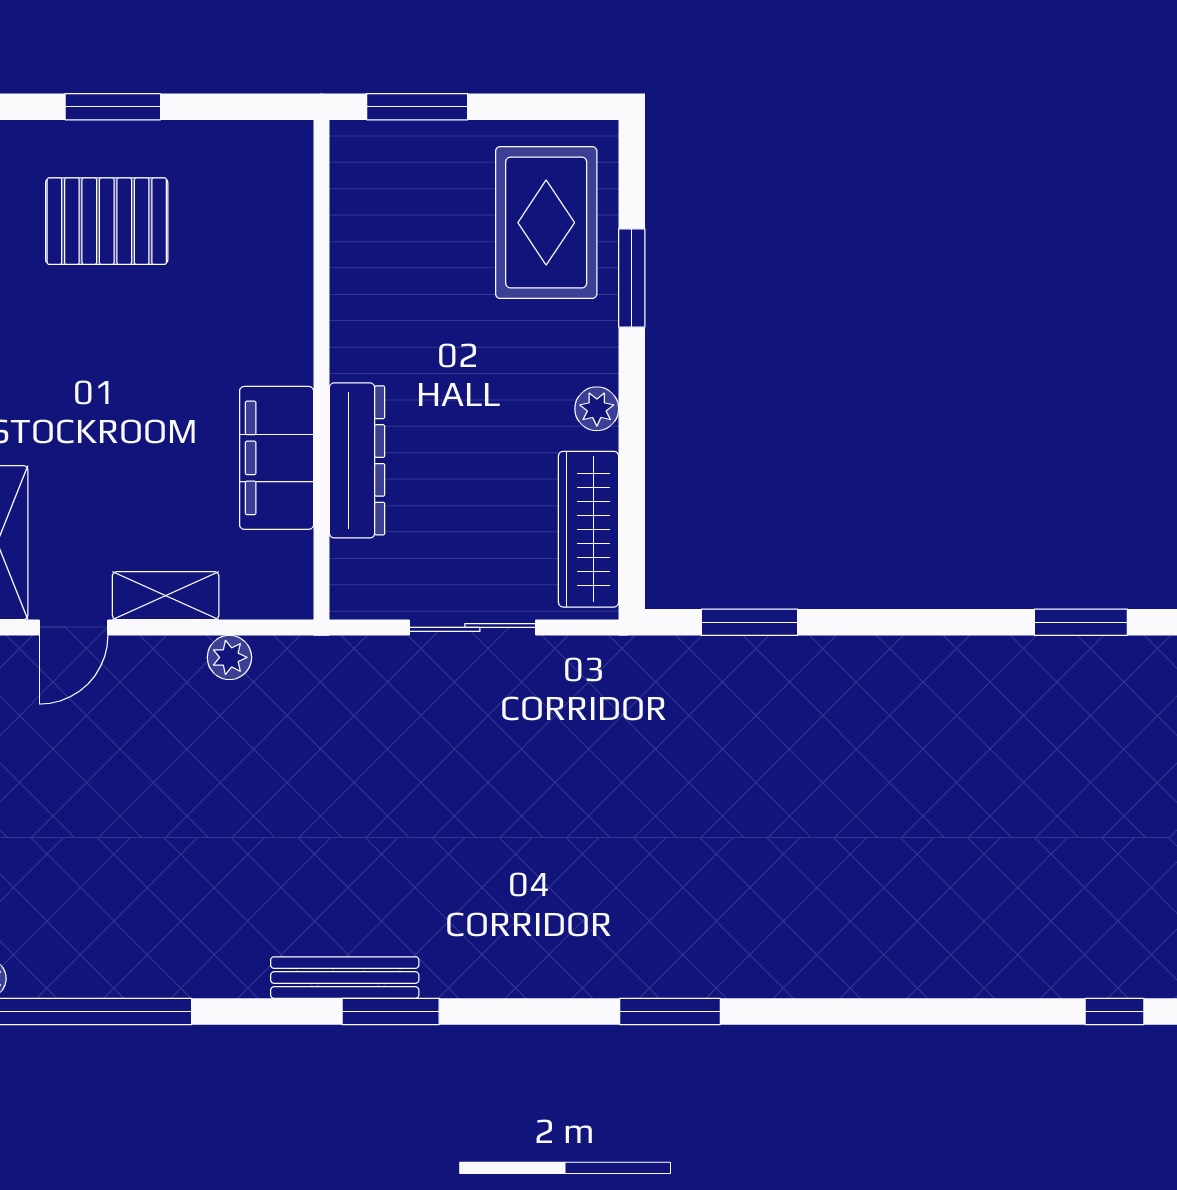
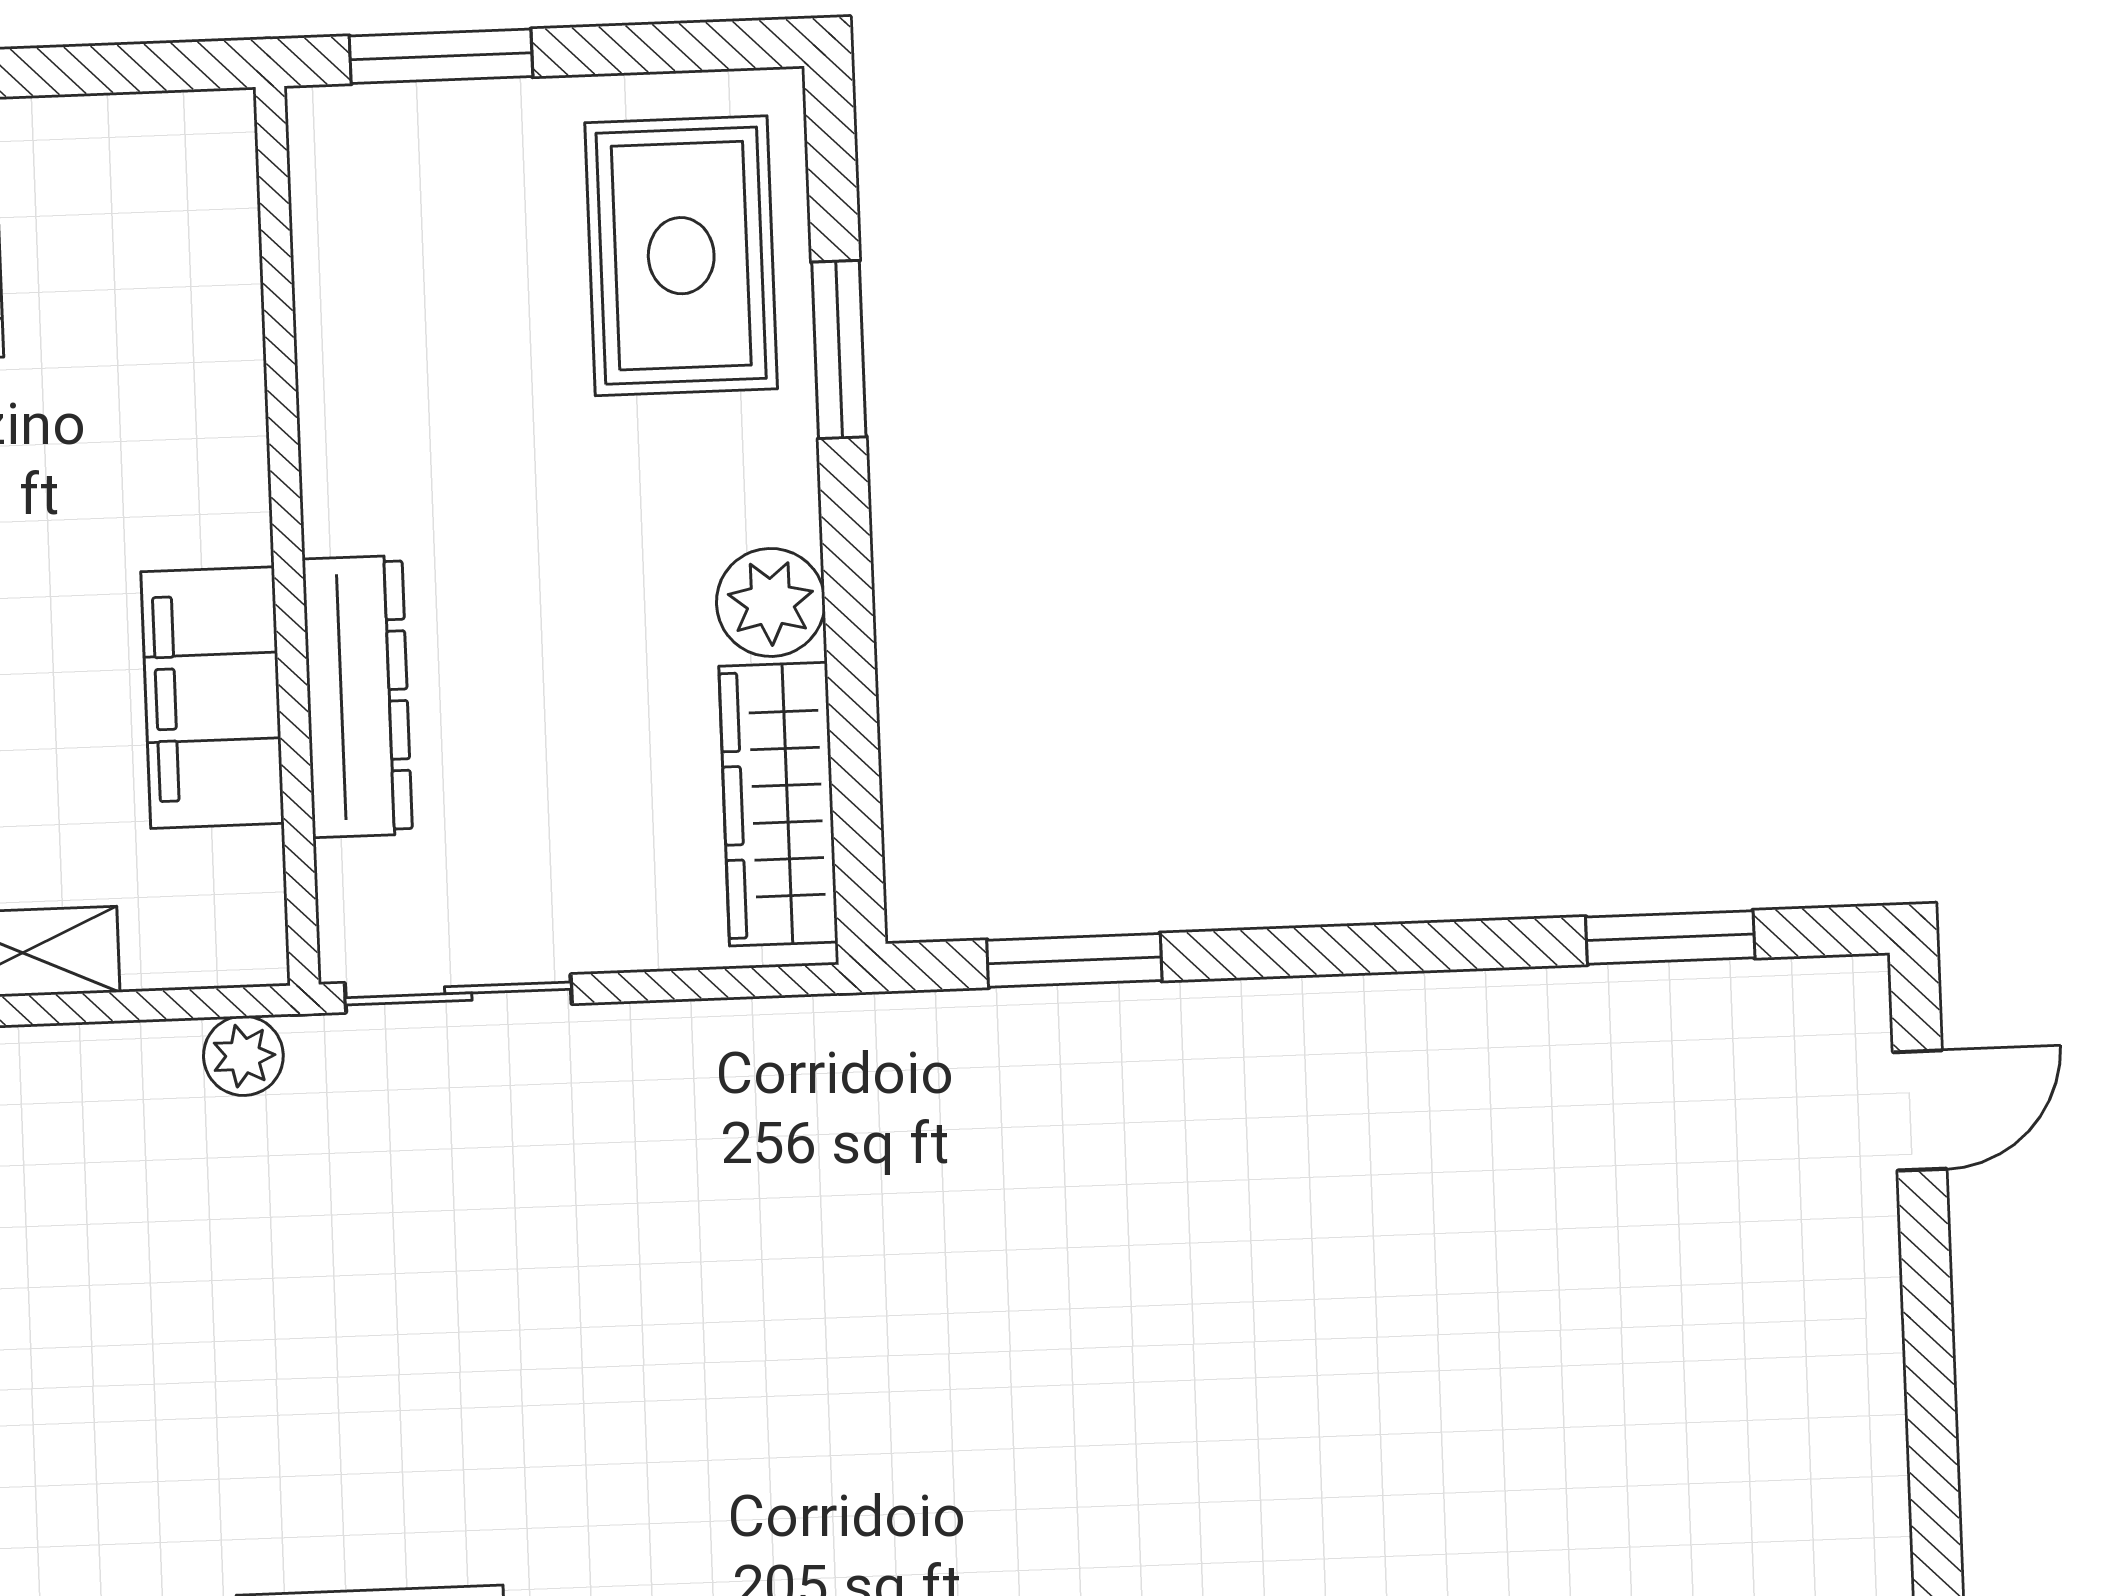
plant: (597, 409) -> (771, 602), width x1.38, depth x1.38
sliding door: (472, 627) -> (458, 993), moved
plant: (229, 657) -> (243, 1056), moved

